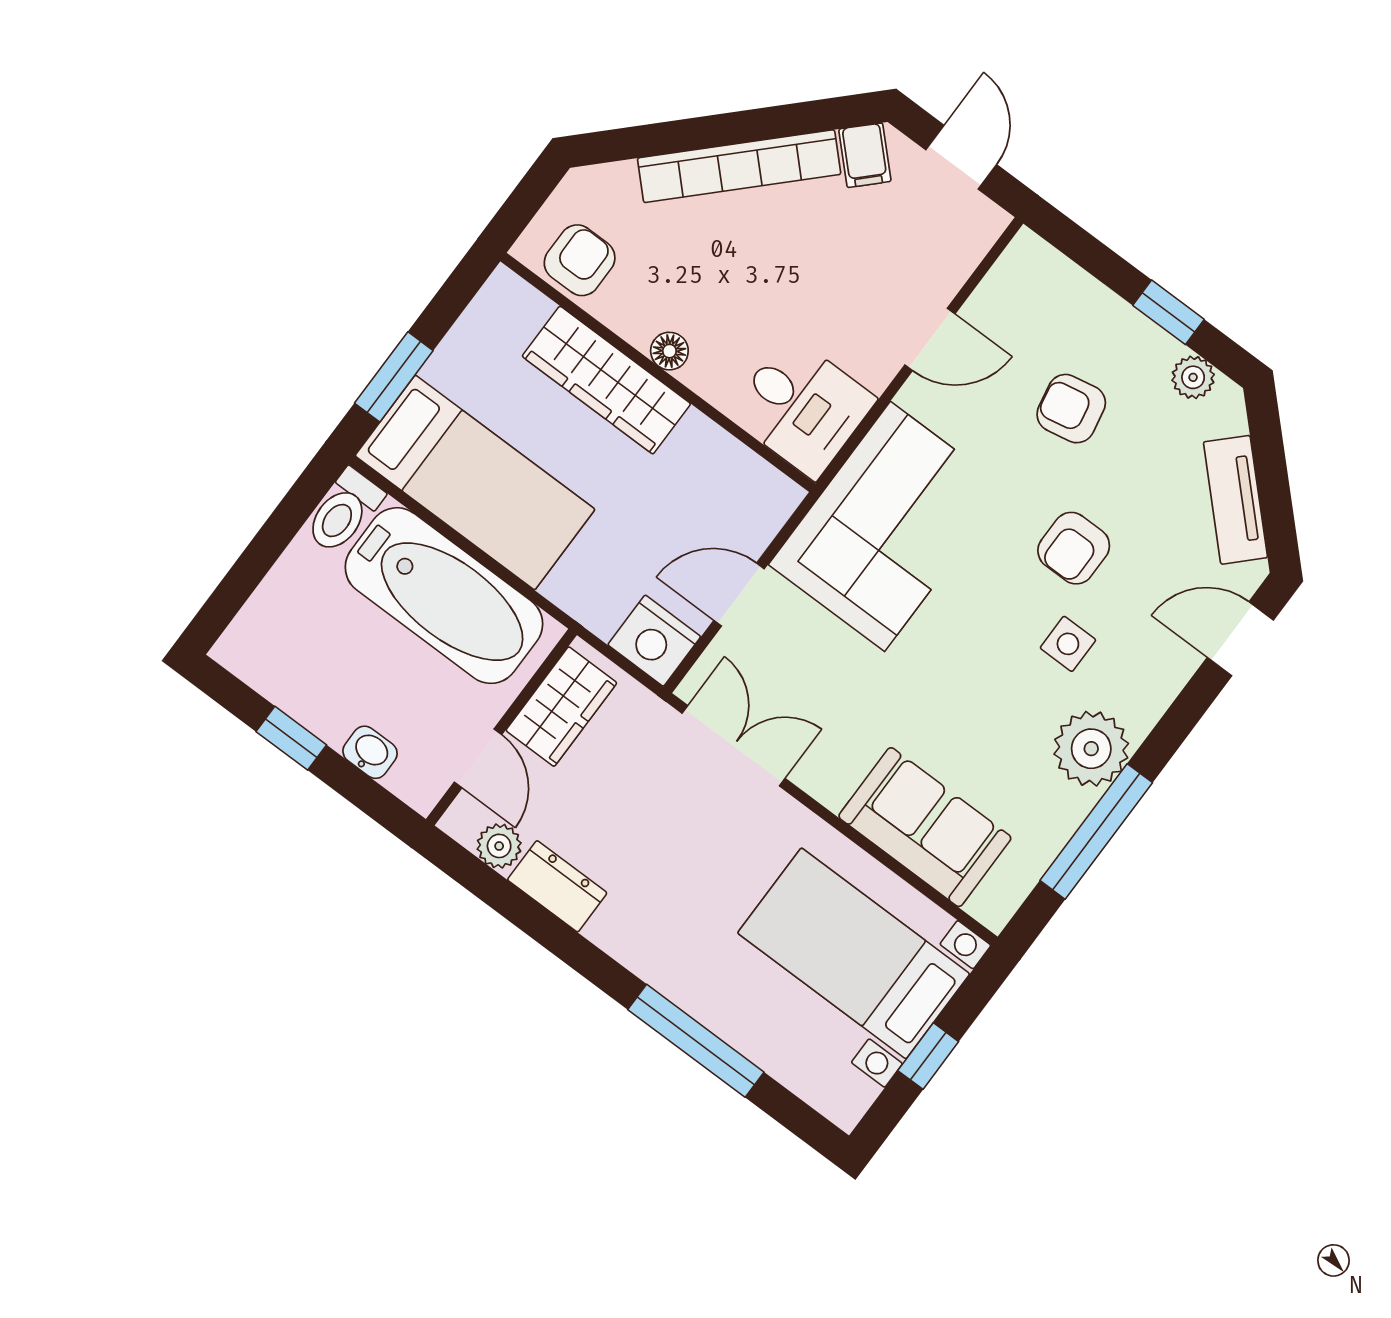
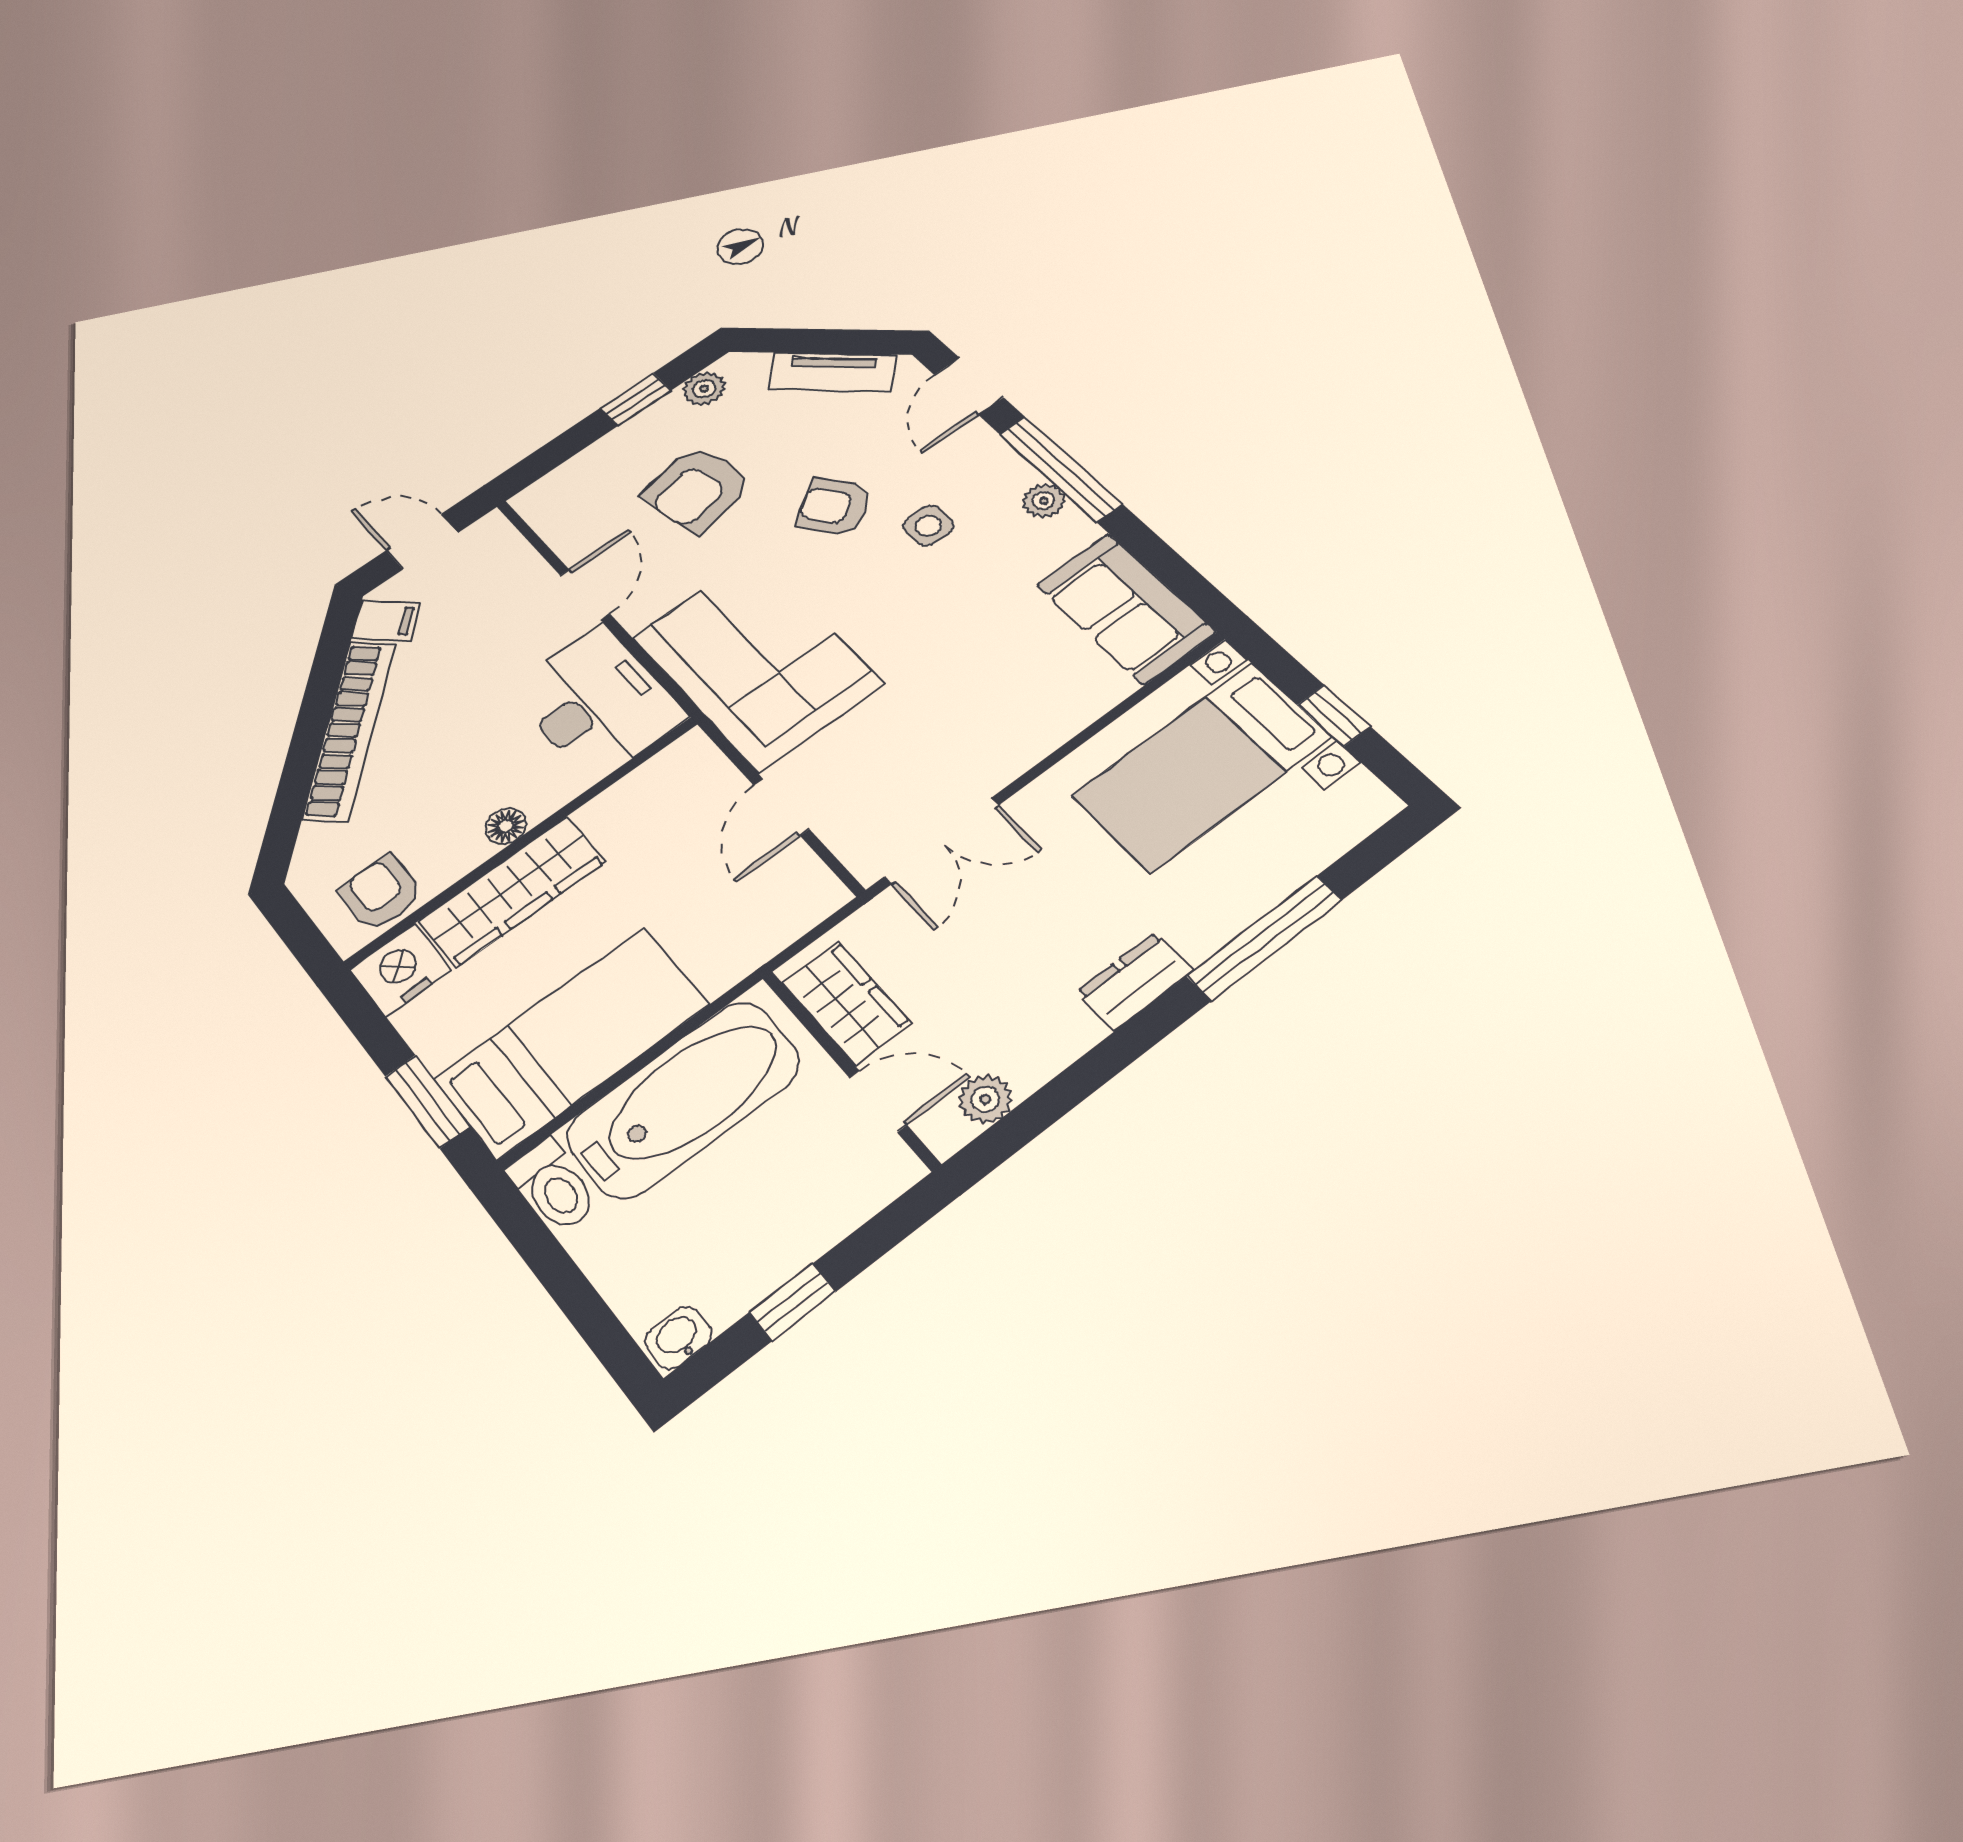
desk: (802, 407) -> (597, 703), width x1.37
armchair: (1071, 409) -> (697, 489), width x1.38, depth x1.38
armchair: (1074, 548) -> (834, 507), turned 144
nightstand: (654, 641) -> (401, 970), moved, turned 180
double door: (734, 746) -> (941, 841), swing flipped
plant: (1091, 749) -> (1044, 501), width x0.53, depth x0.53
washbasin: (370, 752) -> (678, 1338), moved
sofa: (925, 827) -> (1126, 608), moved, turned -90
window: (1096, 831) -> (1060, 469), moved
dresser: (557, 886) -> (1135, 981), moved

